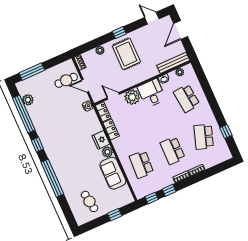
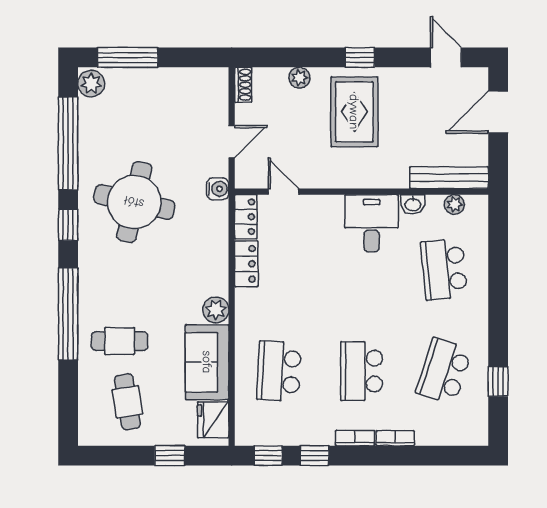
cafe table: (66, 80) -> (120, 341), moved
door: (85, 86) -> (232, 142), swing flipped
plant: (132, 97) -> (325, 213), removed
plant: (28, 100) -> (91, 84), moved
round table: (59, 125) -> (134, 202), added
fridge: (101, 140) -> (213, 420), moved

